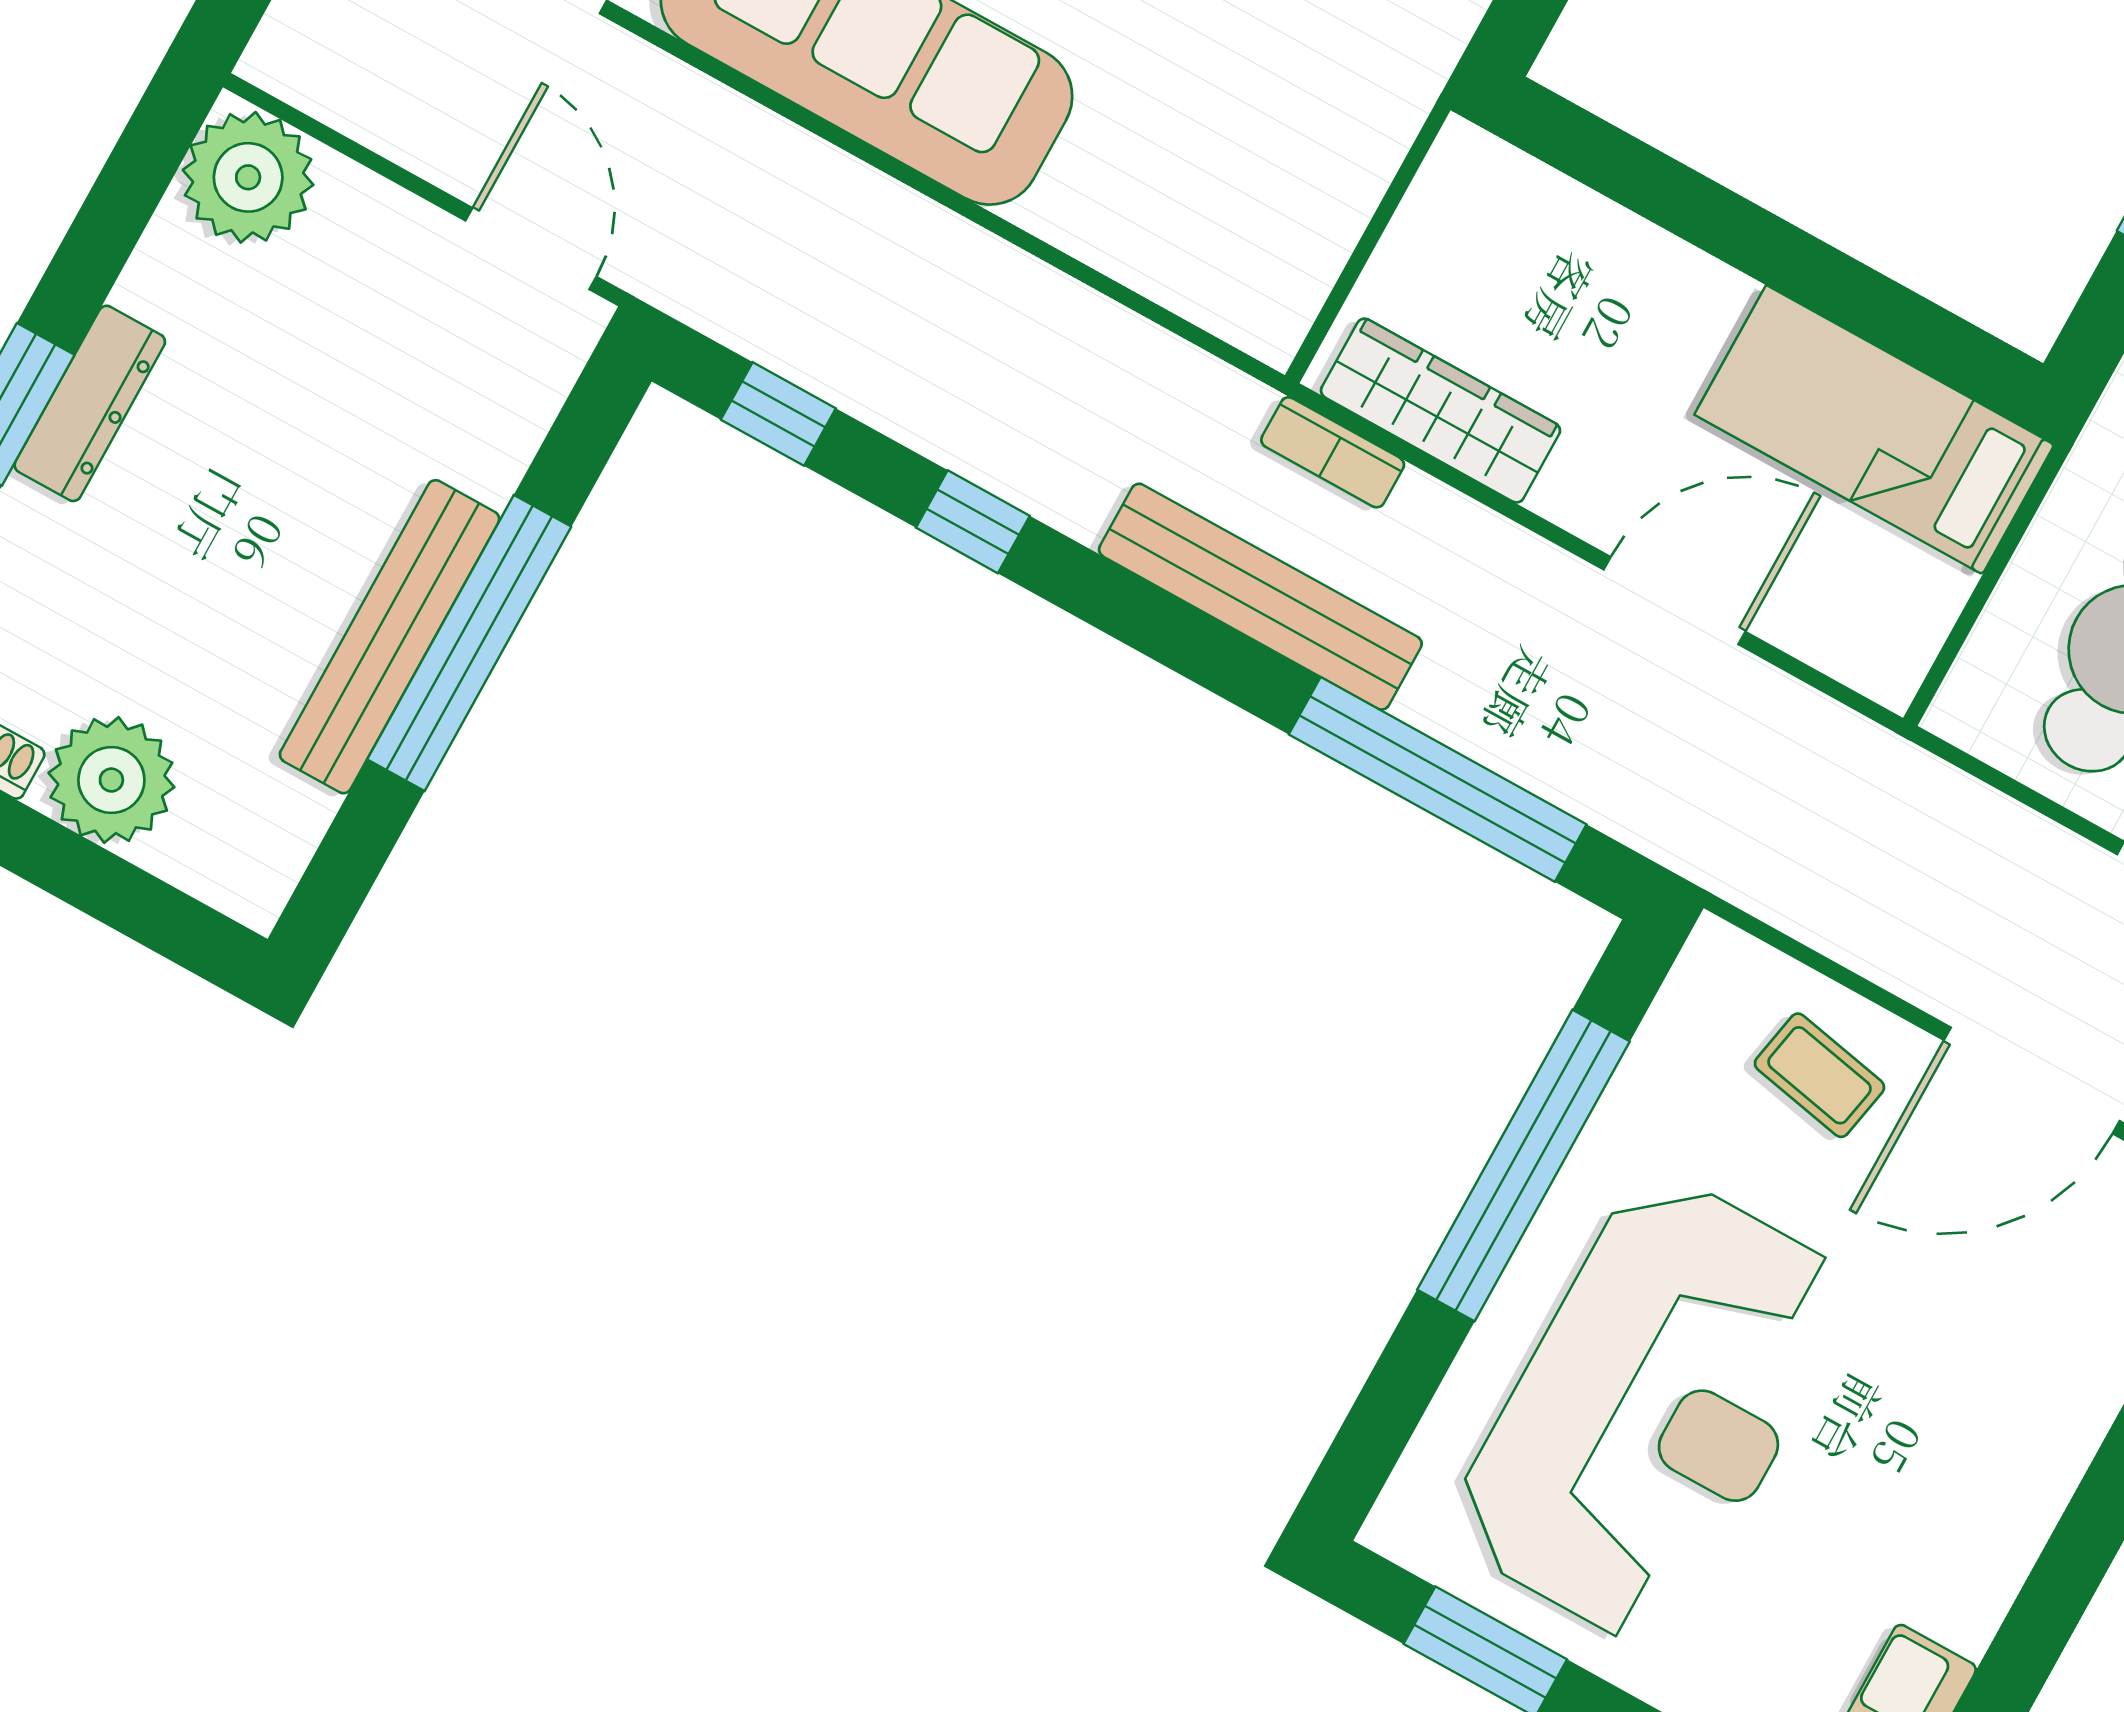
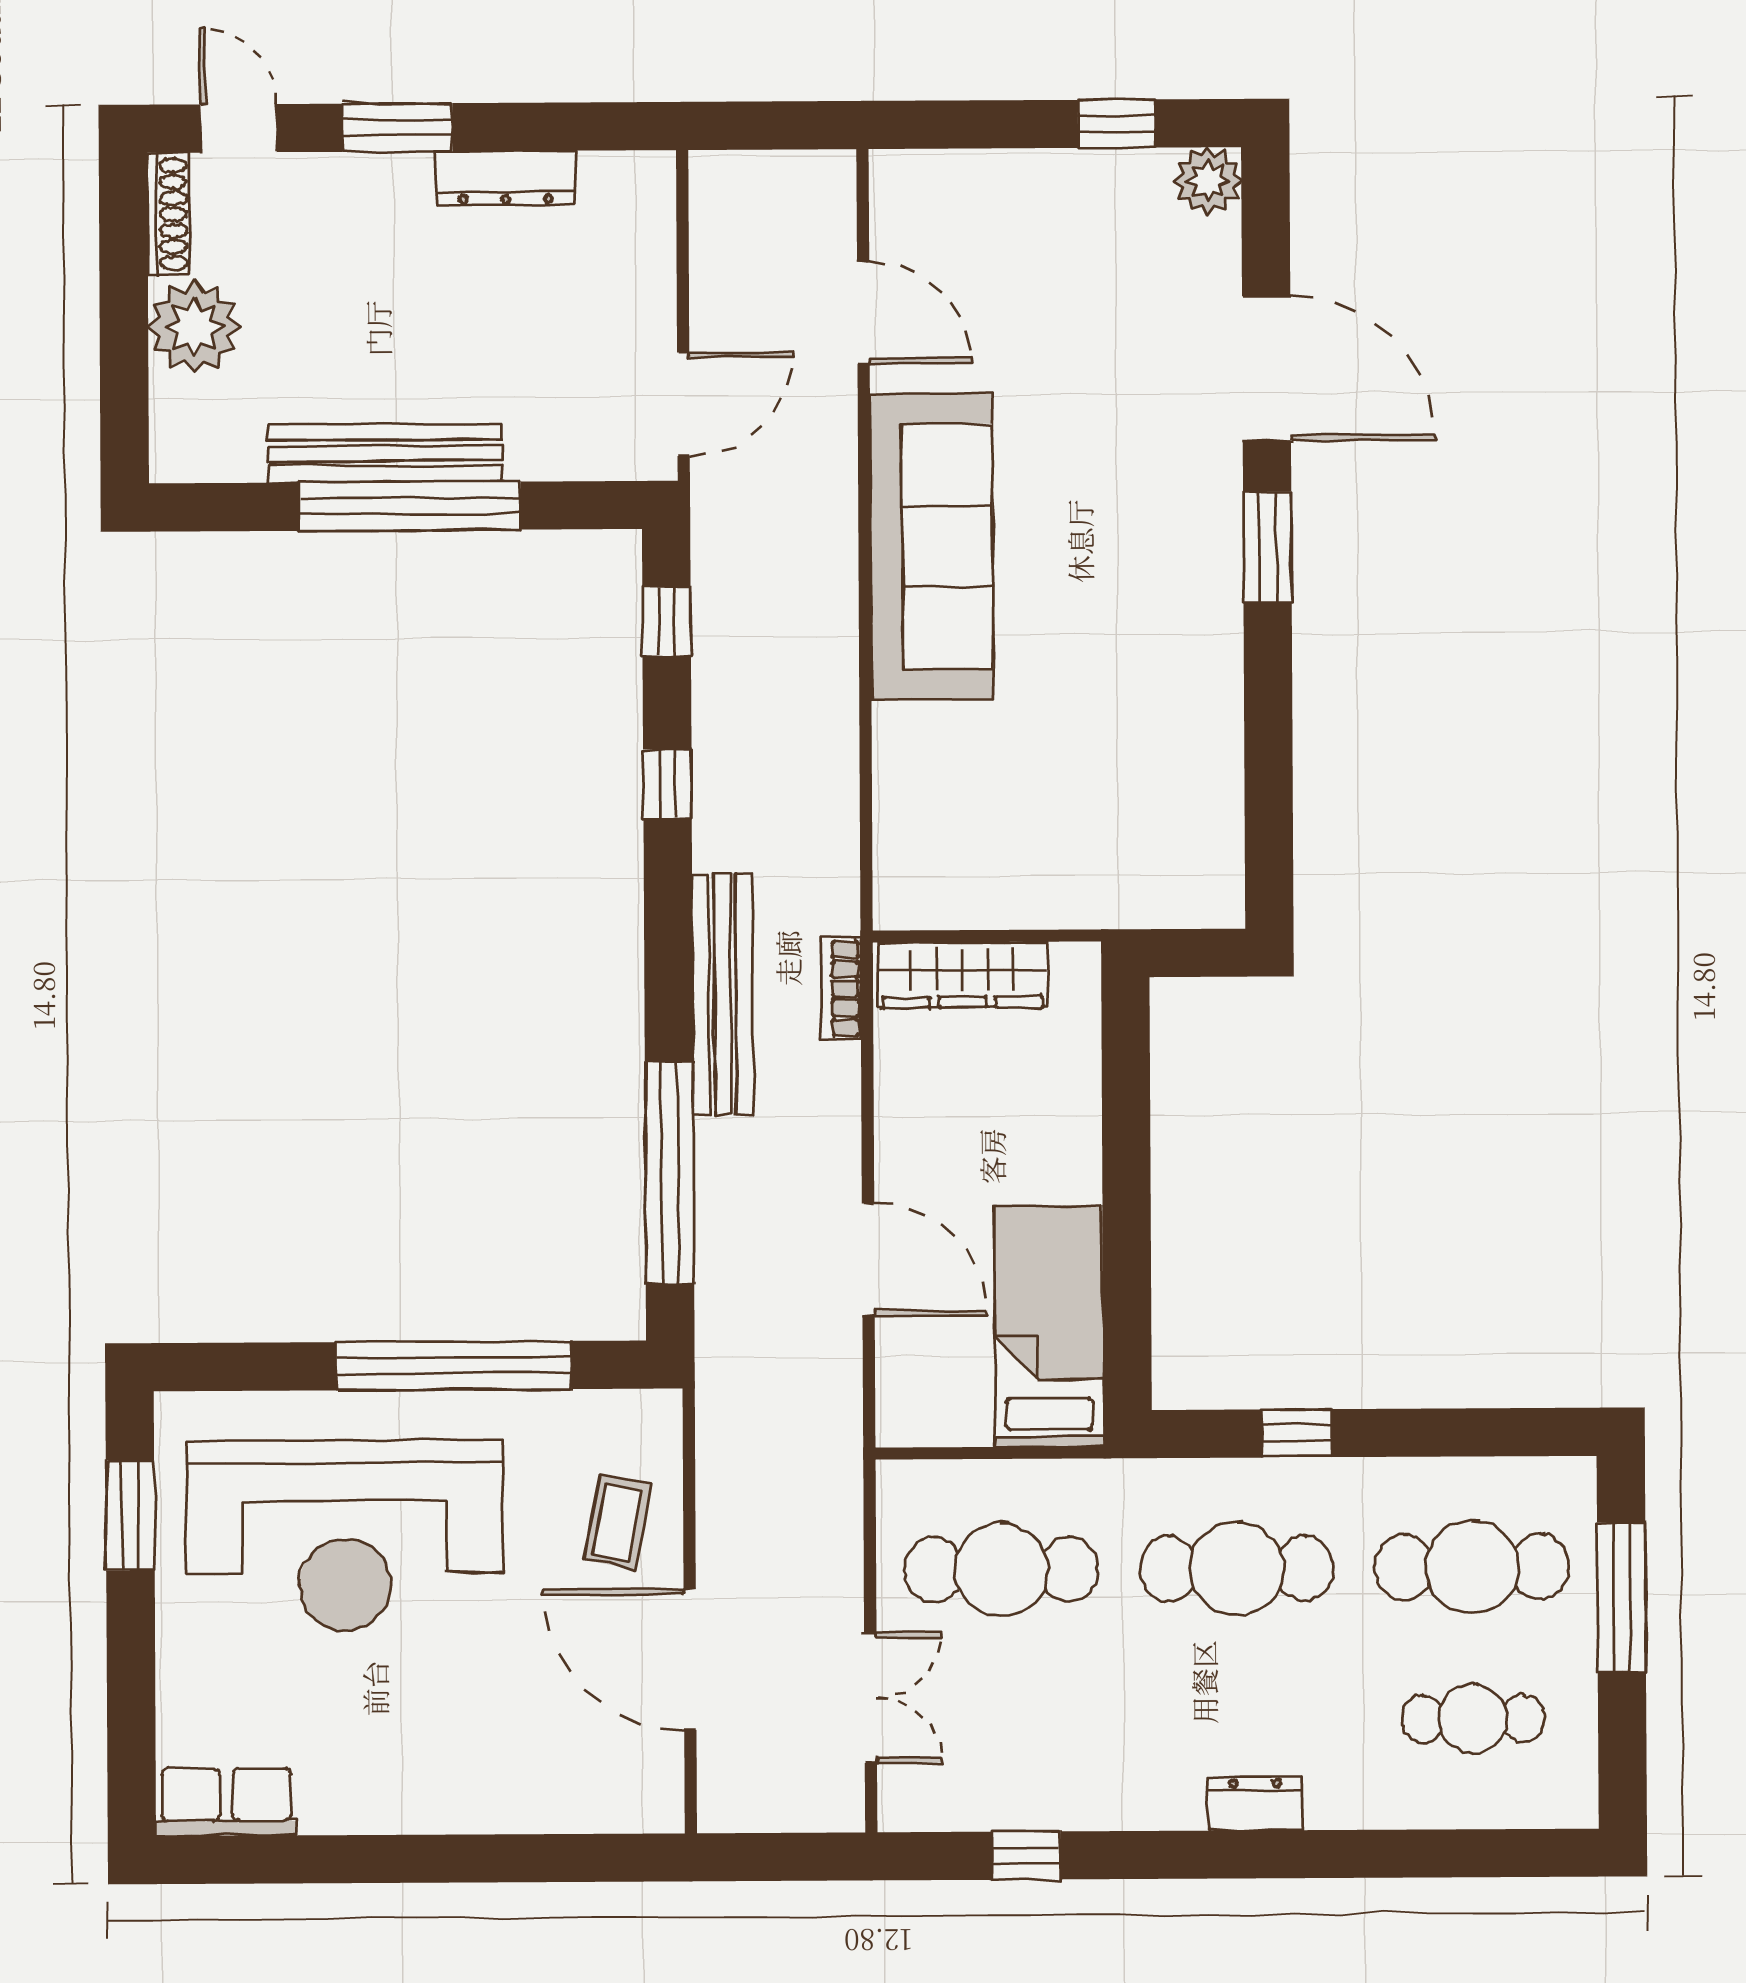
plant: (248, 177) -> (628, 198), removed
dresser: (90, 403) -> (506, 178), moved
wardrobe: (1440, 411) -> (962, 975), moved, turned 90

